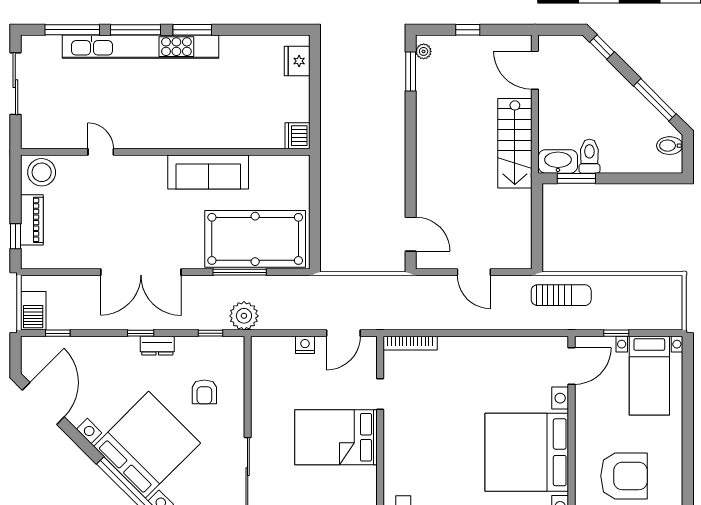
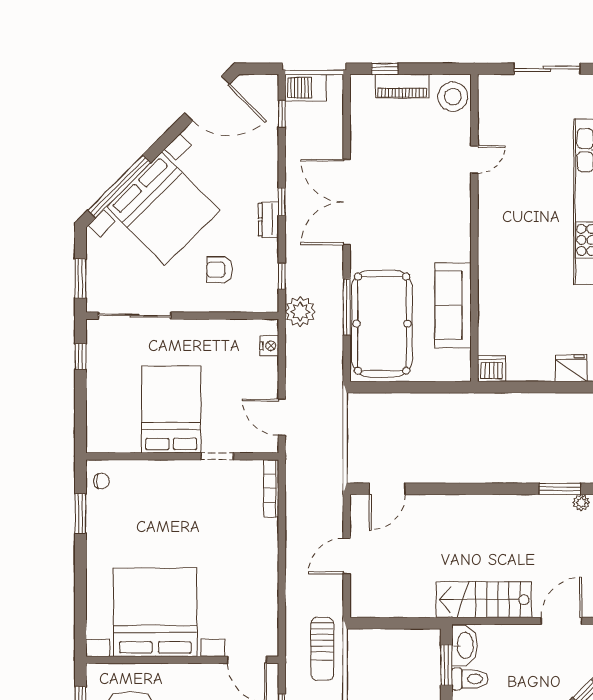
sofa: (208, 172) -> (453, 305), moved
nightstand: (305, 345) -> (269, 346), moved

